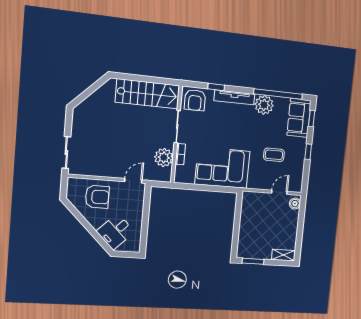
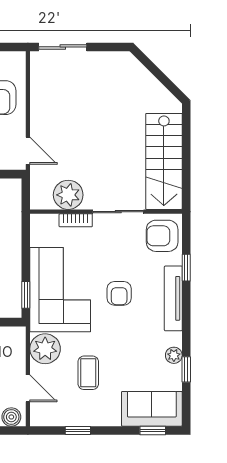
window: (278, 94) -> (186, 369), width x0.32
plant: (264, 105) -> (174, 355), width x0.53, depth x0.53
armchair: (228, 131) -> (119, 293), added
window: (308, 152) -> (78, 430), moved
plant: (257, 180) -> (45, 349), added
window: (224, 189) -> (26, 295), added

